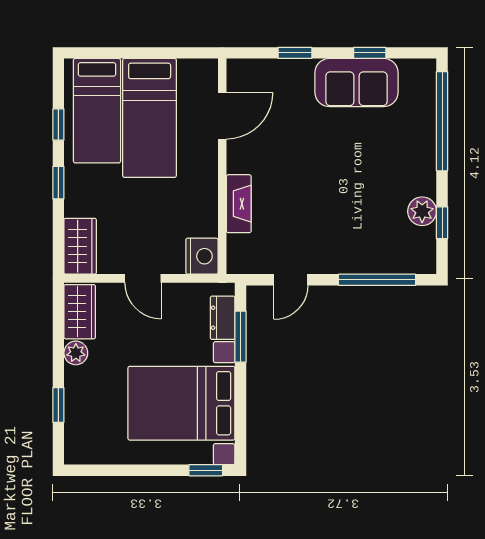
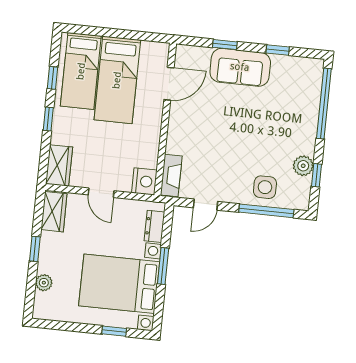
sofa: (356, 83) -> (240, 67), moved
fireplace: (239, 204) -> (171, 176), moved
side table: (372, 247) -> (265, 187), added
window: (240, 337) -> (163, 266), moved
plant: (76, 353) -> (44, 283), moved
window: (58, 405) -> (35, 249), moved
window: (206, 470) -> (114, 331), moved

